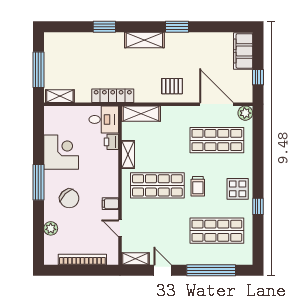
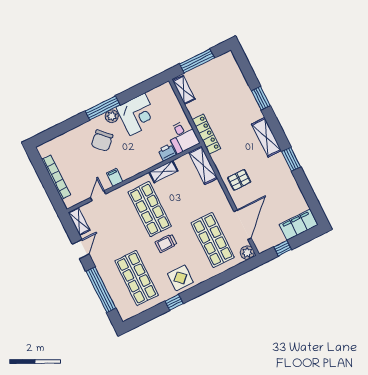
pallet: (172, 86) -> (239, 180), turned 90
plant: (51, 228) -> (112, 116), moved

